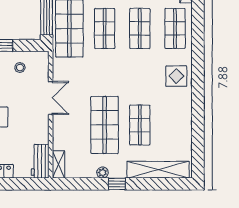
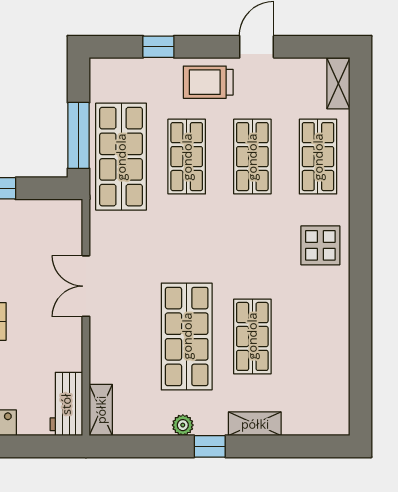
stool: (20, 68) -> (29, 229), removed
double door: (51, 98) -> (86, 286), swing flipped
shelving: (158, 170) -> (255, 424), width x0.45, depth x0.75

